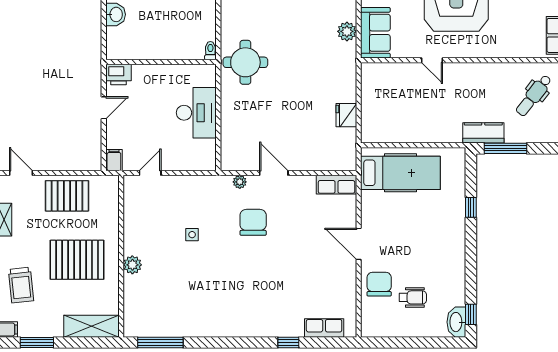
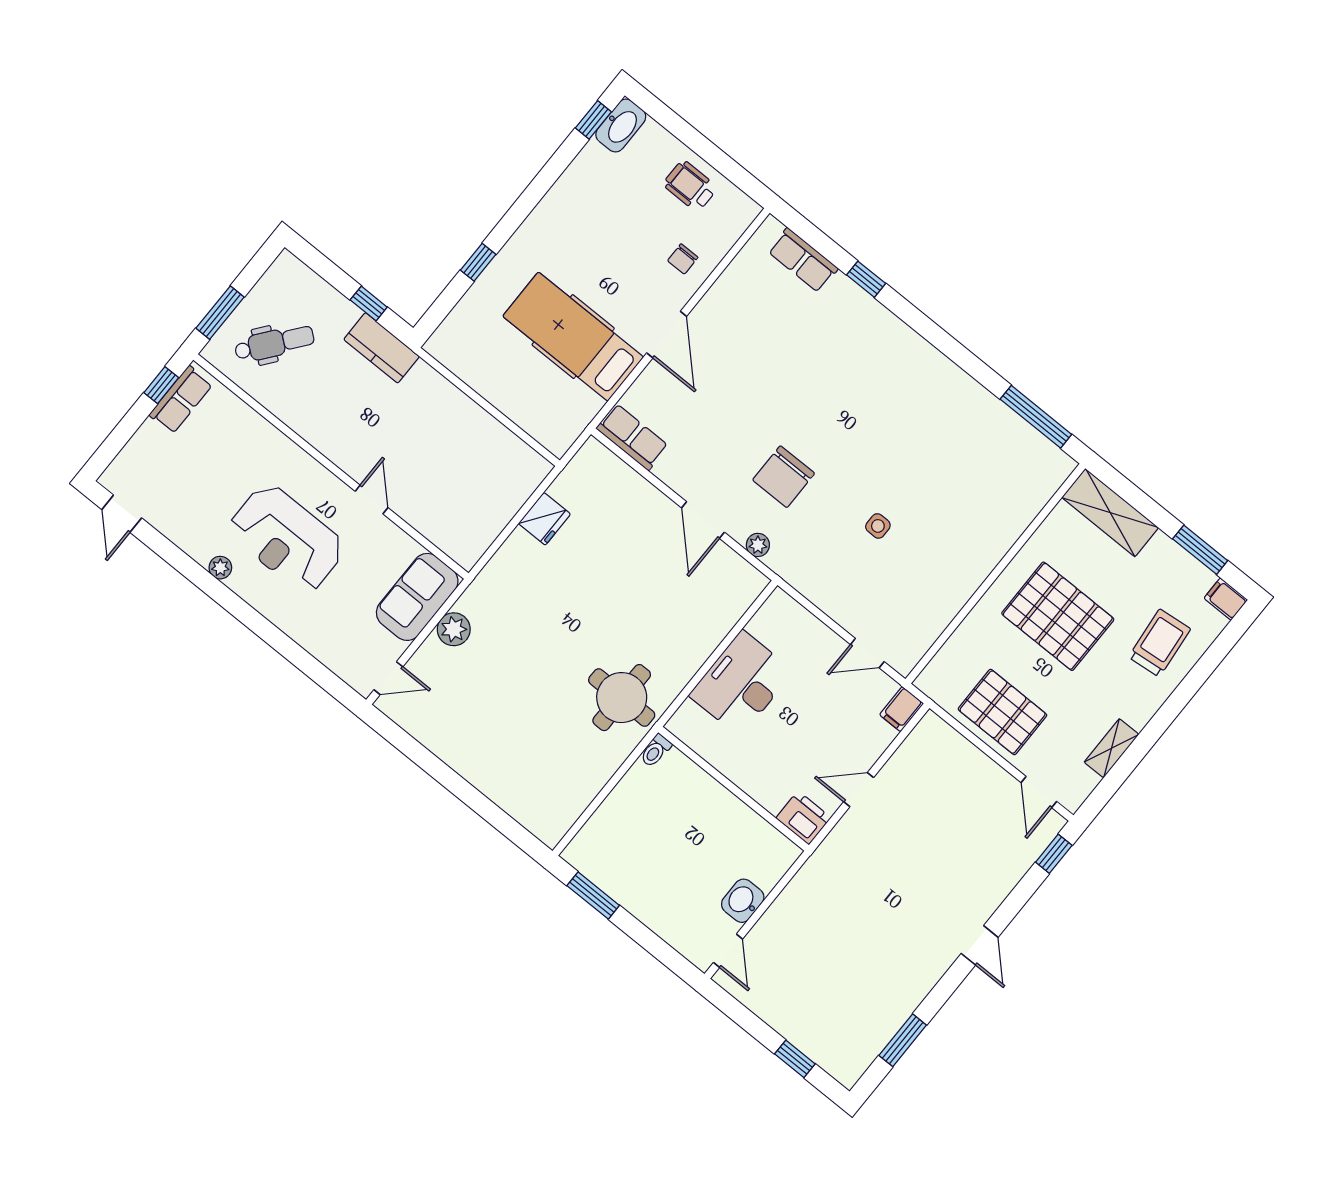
window: (505, 148) -> (369, 303), width x0.46
hospital bed: (400, 173) -> (573, 337), moved
plant: (132, 265) -> (990, 550), removed
chair: (379, 284) -> (683, 259), width x0.54, depth x0.54
wheelchair: (413, 297) -> (690, 186), moved

